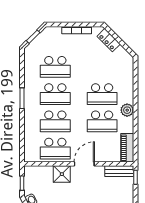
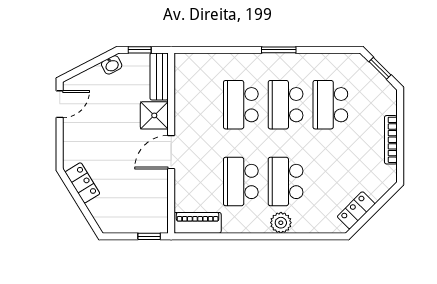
locker: (109, 40) -> (356, 210), moved
plant: (127, 110) -> (281, 223), moved
school desk: (55, 149) -> (196, 105), removed
door: (84, 164) -> (171, 152), swing flipped
bench: (119, 171) -> (159, 76), moved

